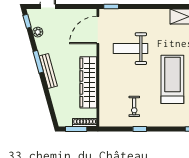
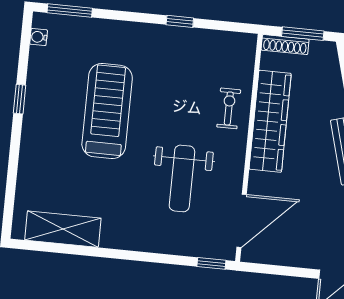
weight bench: (131, 49) -> (182, 178), turned 90
treadmill: (172, 79) -> (107, 111), turned 180
exercise bike: (134, 106) -> (229, 108), moved

